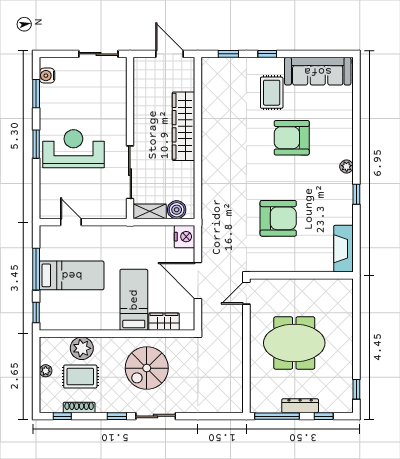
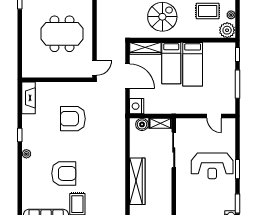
bed: (72, 275) -> (193, 64), moved, turned -90
wardrobe: (164, 322) -> (145, 48), width x1.50
plant: (82, 348) -> (227, 30), moved

